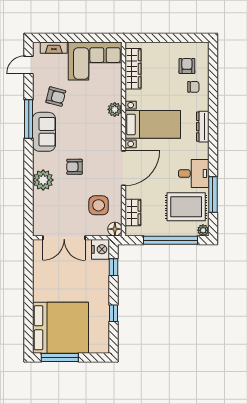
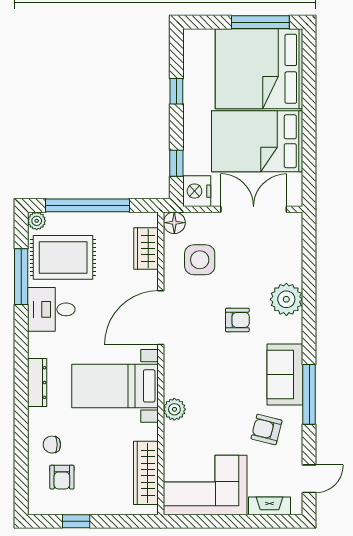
window: (178, 38) -> (76, 521), added
bed: (62, 281) -> (257, 141), added

